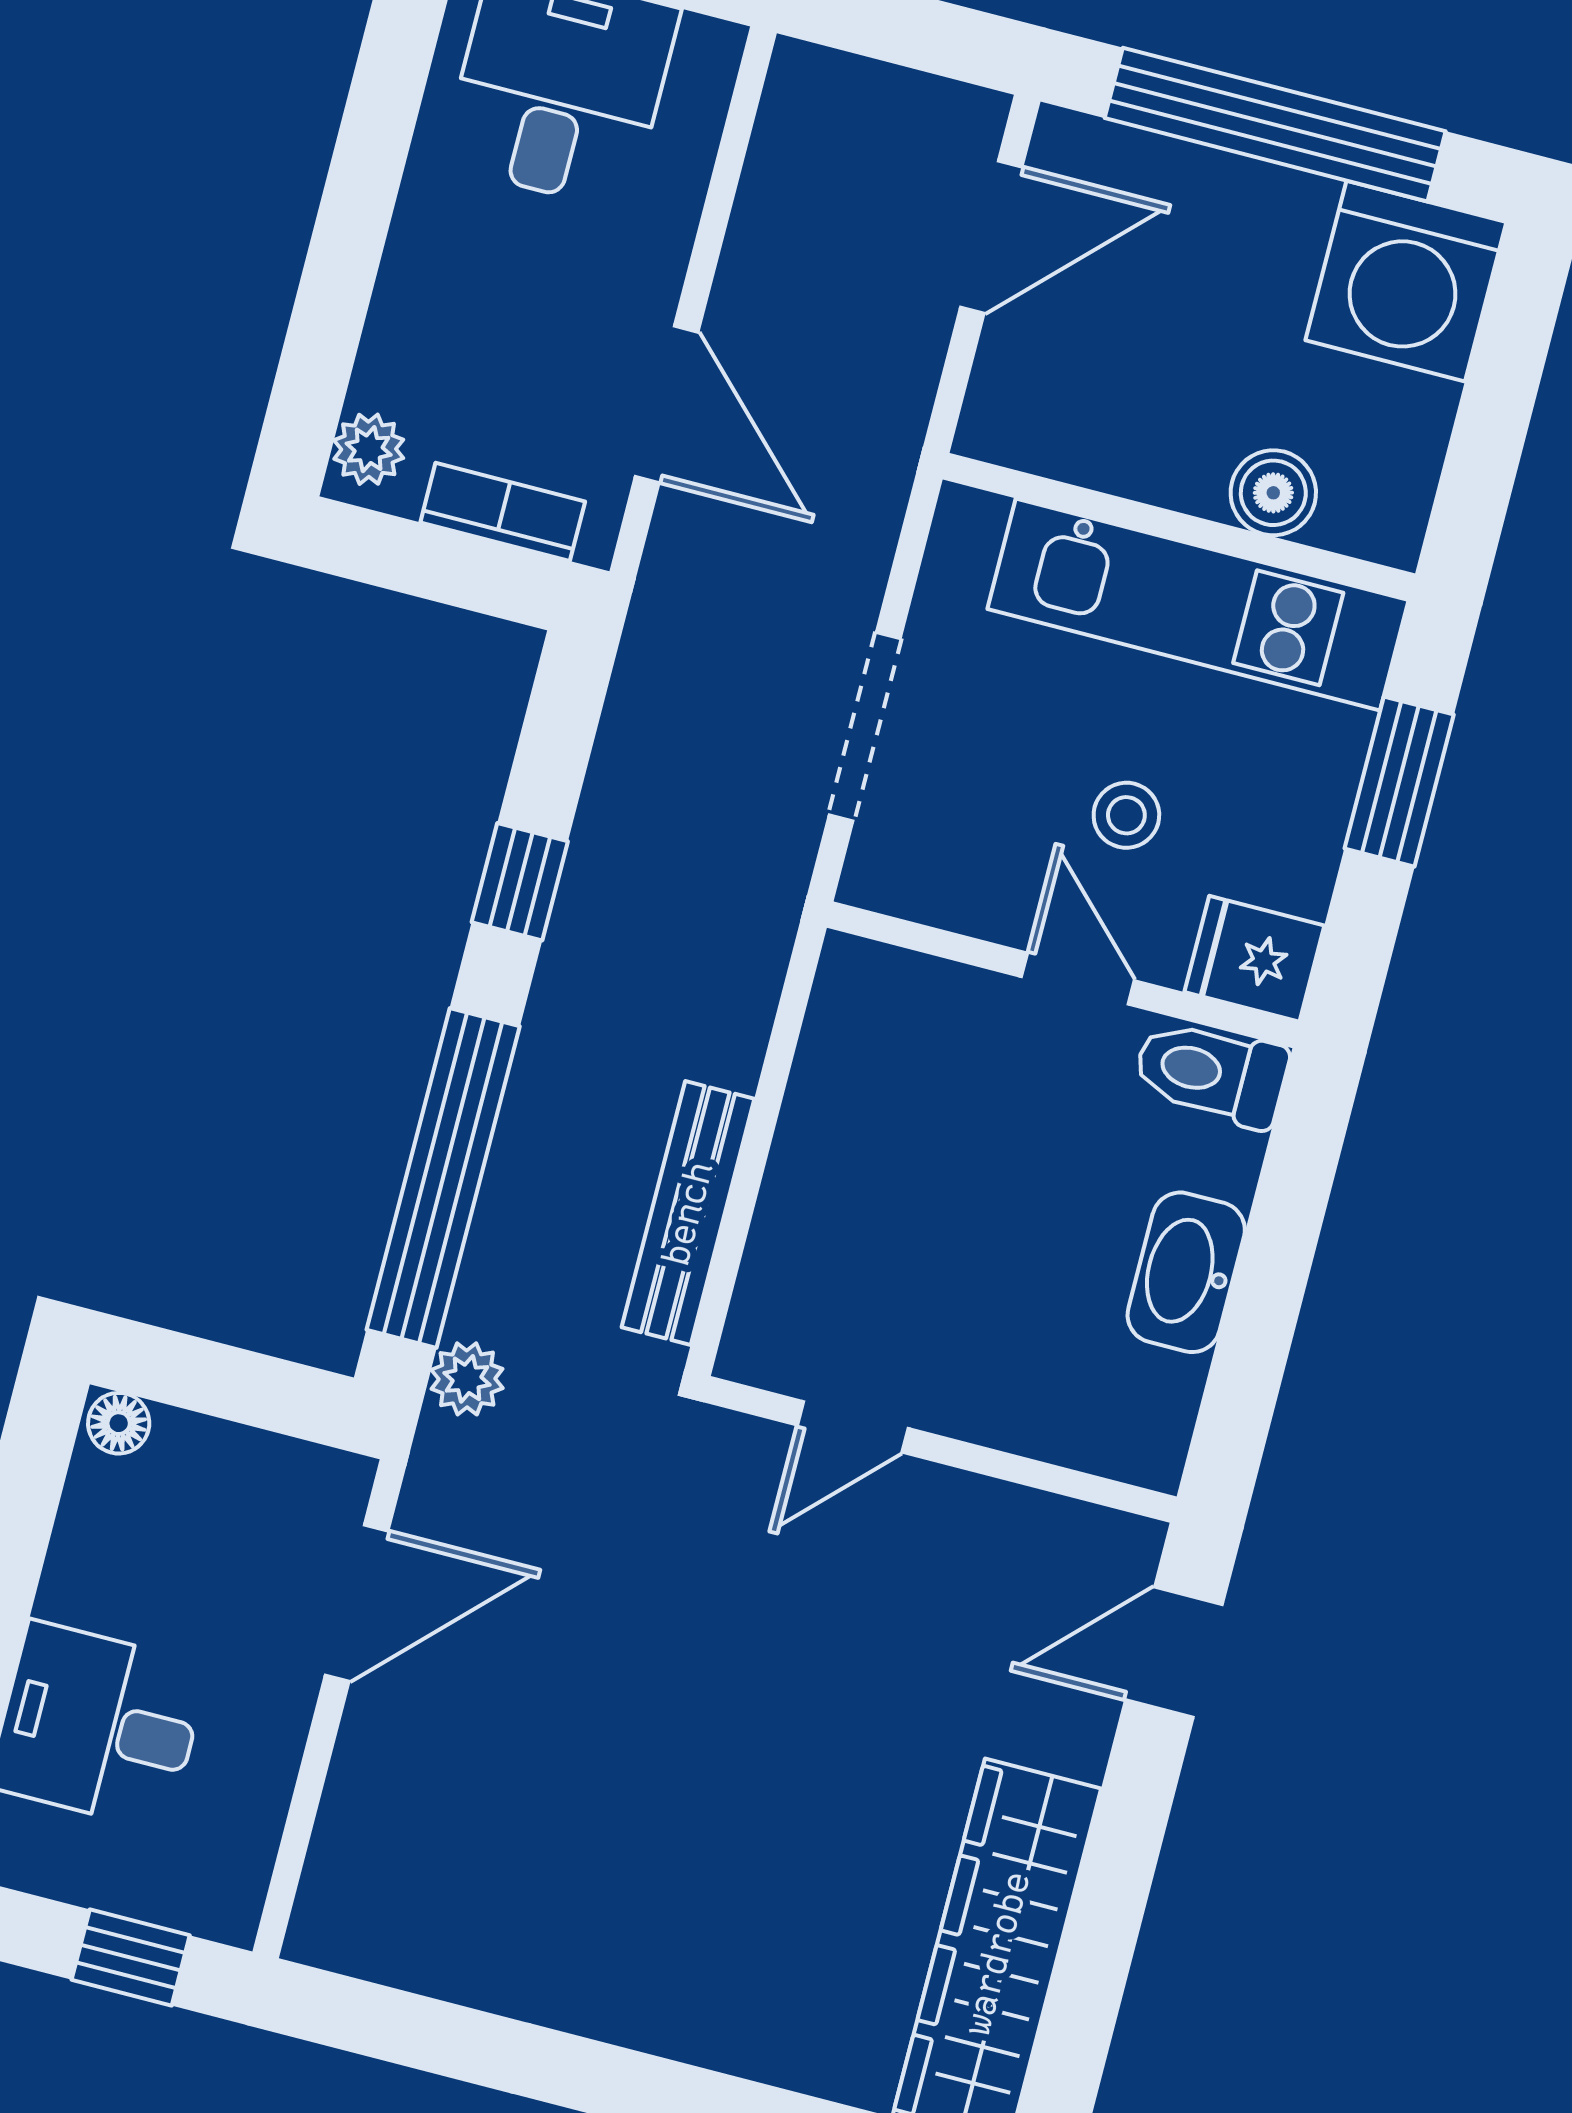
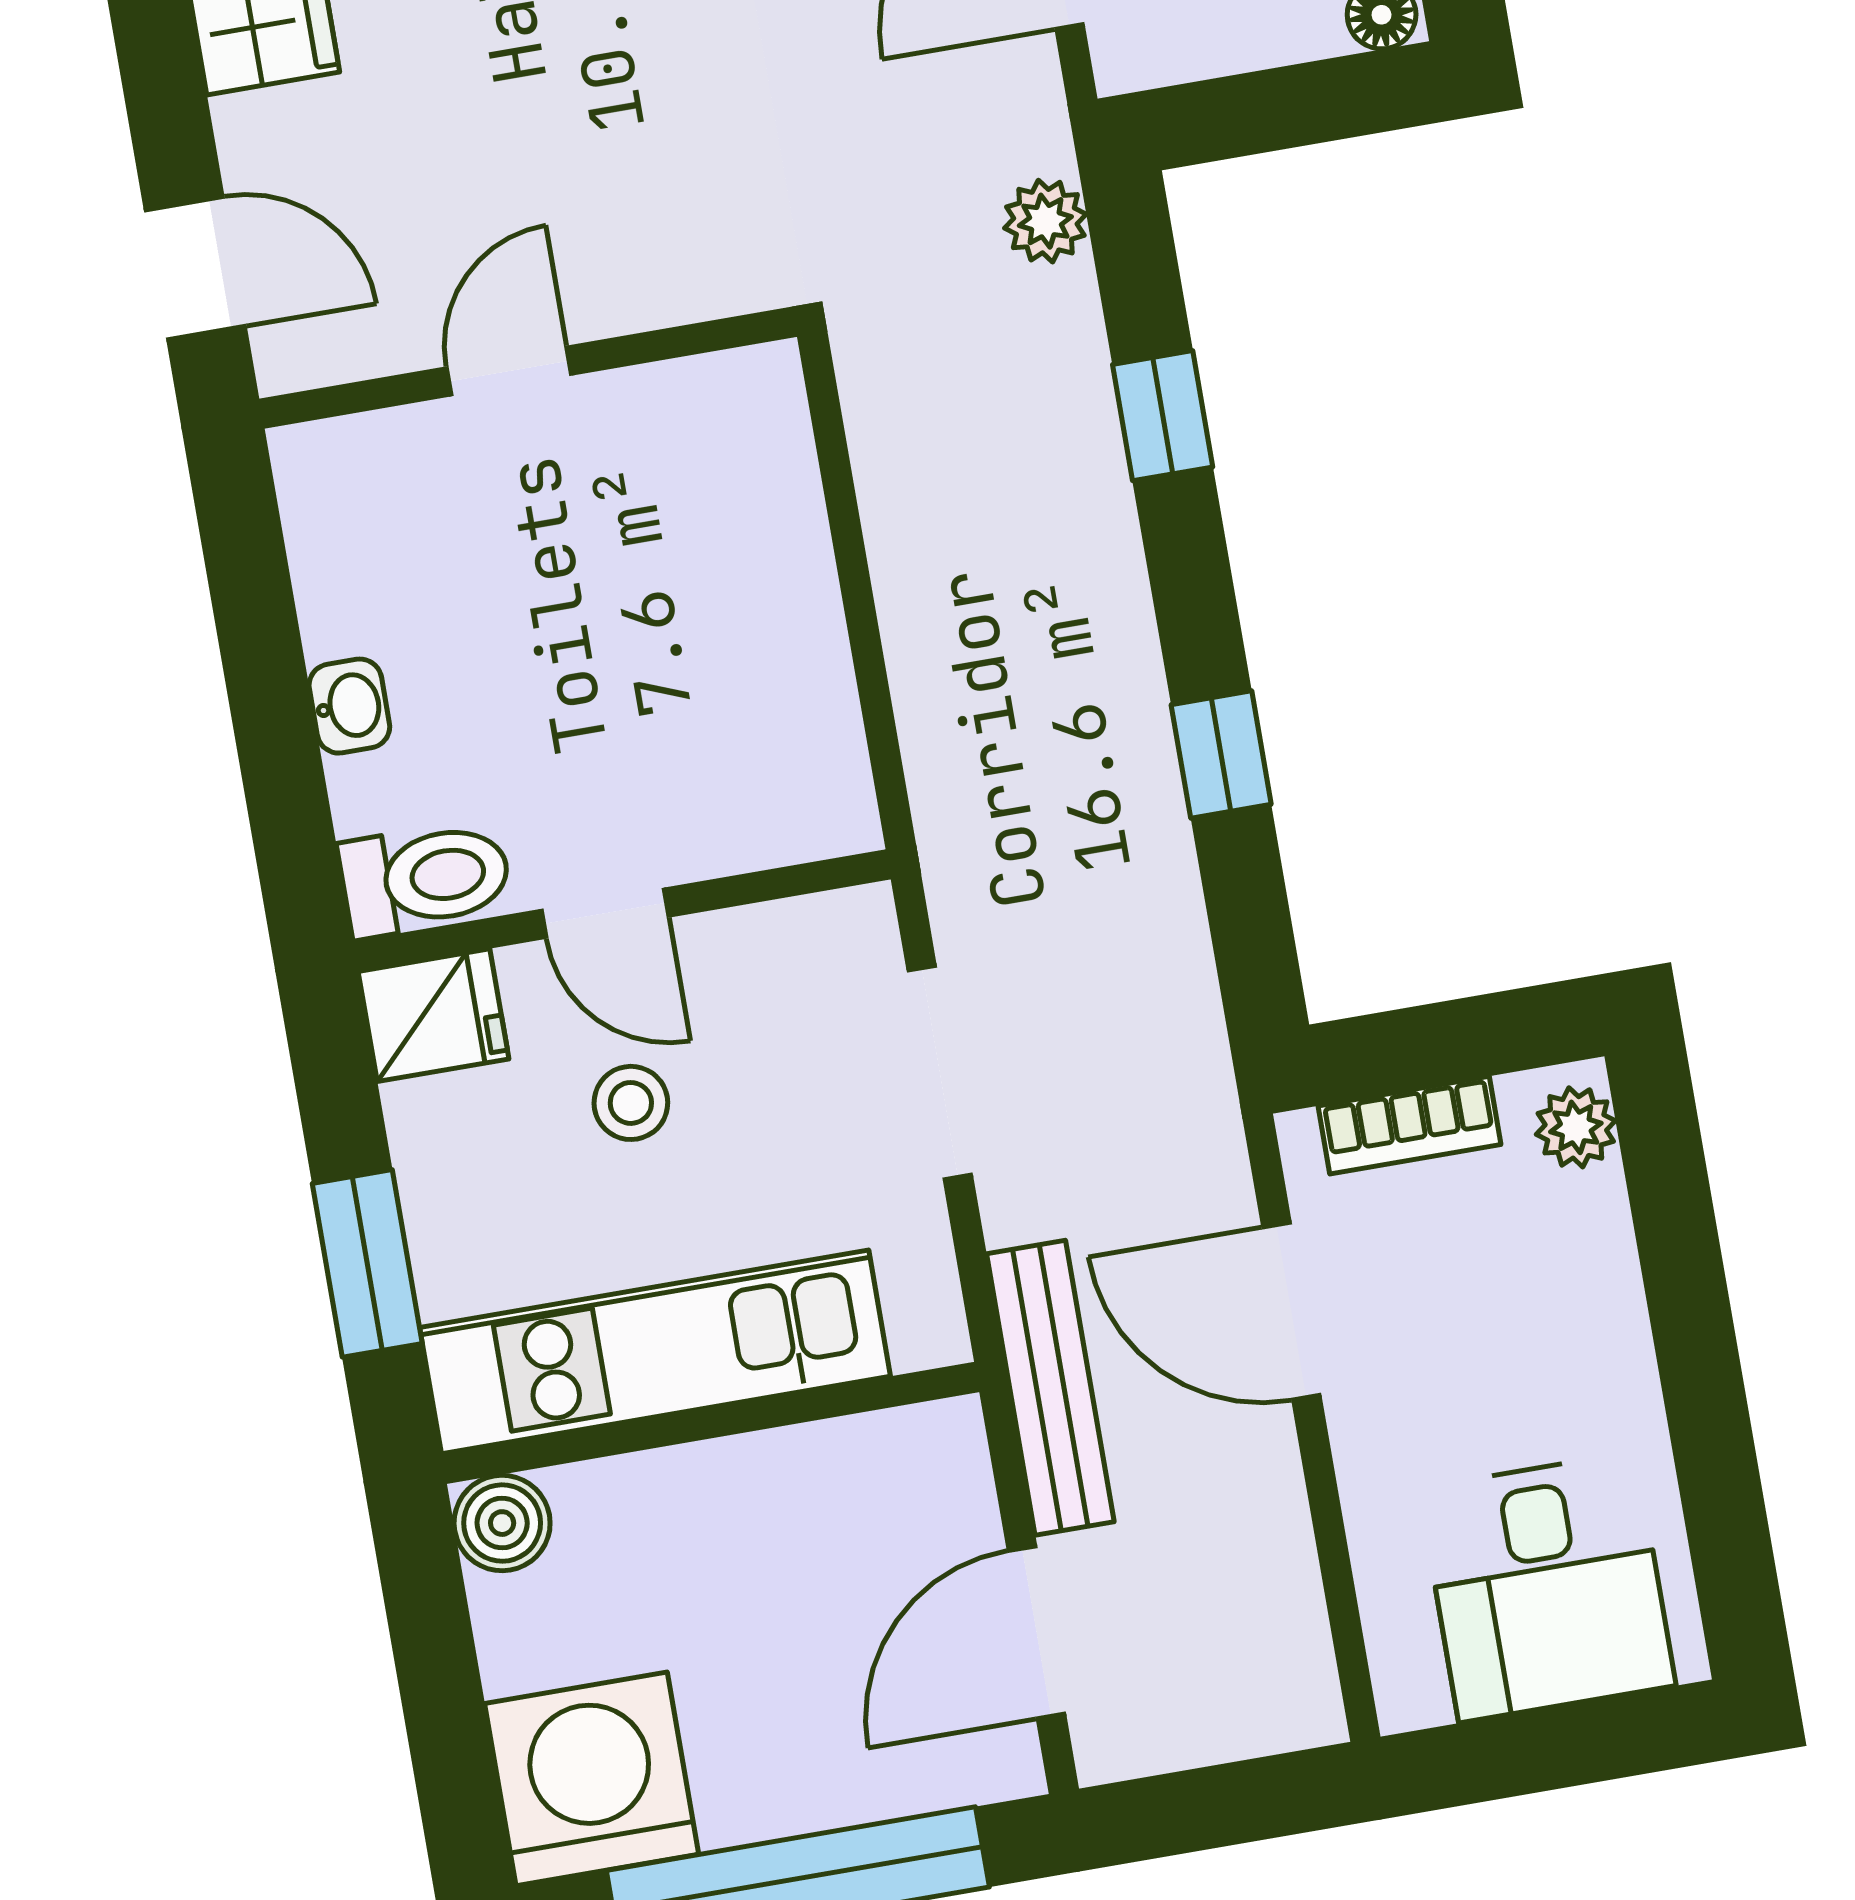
boiler: (1273, 493) -> (502, 1523), moved
window: (443, 1178) -> (1163, 416), width x0.32
bench: (688, 1213) -> (1050, 1388), moved
washbasin: (1186, 1272) -> (349, 706), width x0.52, depth x0.69
door: (853, 1427) -> (509, 371), moved
door: (1174, 1652) -> (195, 268), hinge flipped

